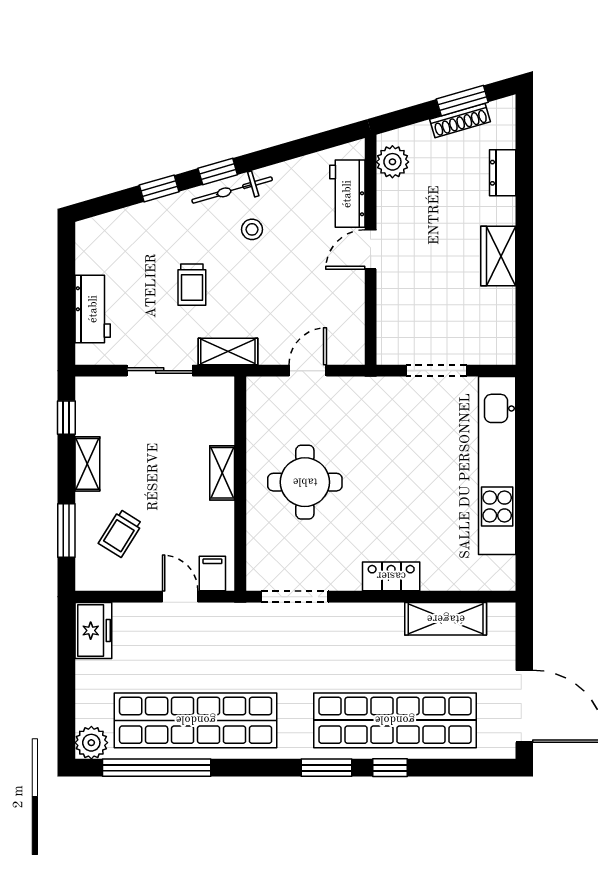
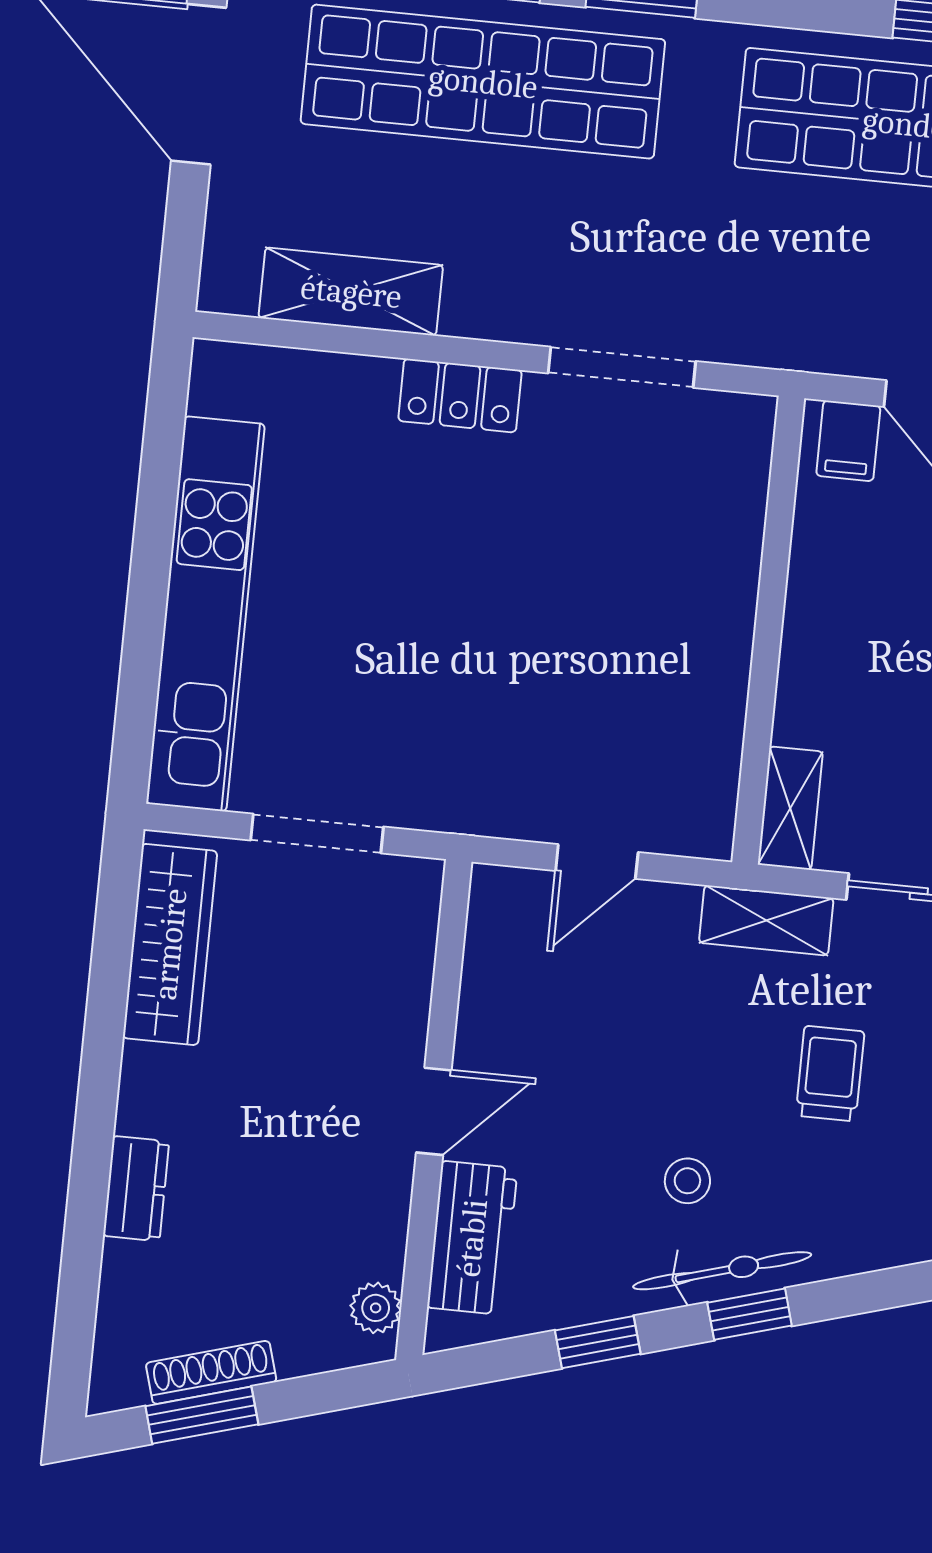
plant: (392, 162) -> (376, 1308), width x0.73, depth x0.73
dresser: (503, 173) -> (136, 1189), moved
window: (159, 188) -> (598, 1342), moved
wardrobe: (498, 256) -> (170, 944), moved, width x1.50
shelving: (222, 473) -> (790, 808), moved
round table: (305, 482) -> (627, 619), removed
doorway: (295, 597) -> (622, 367), moved

